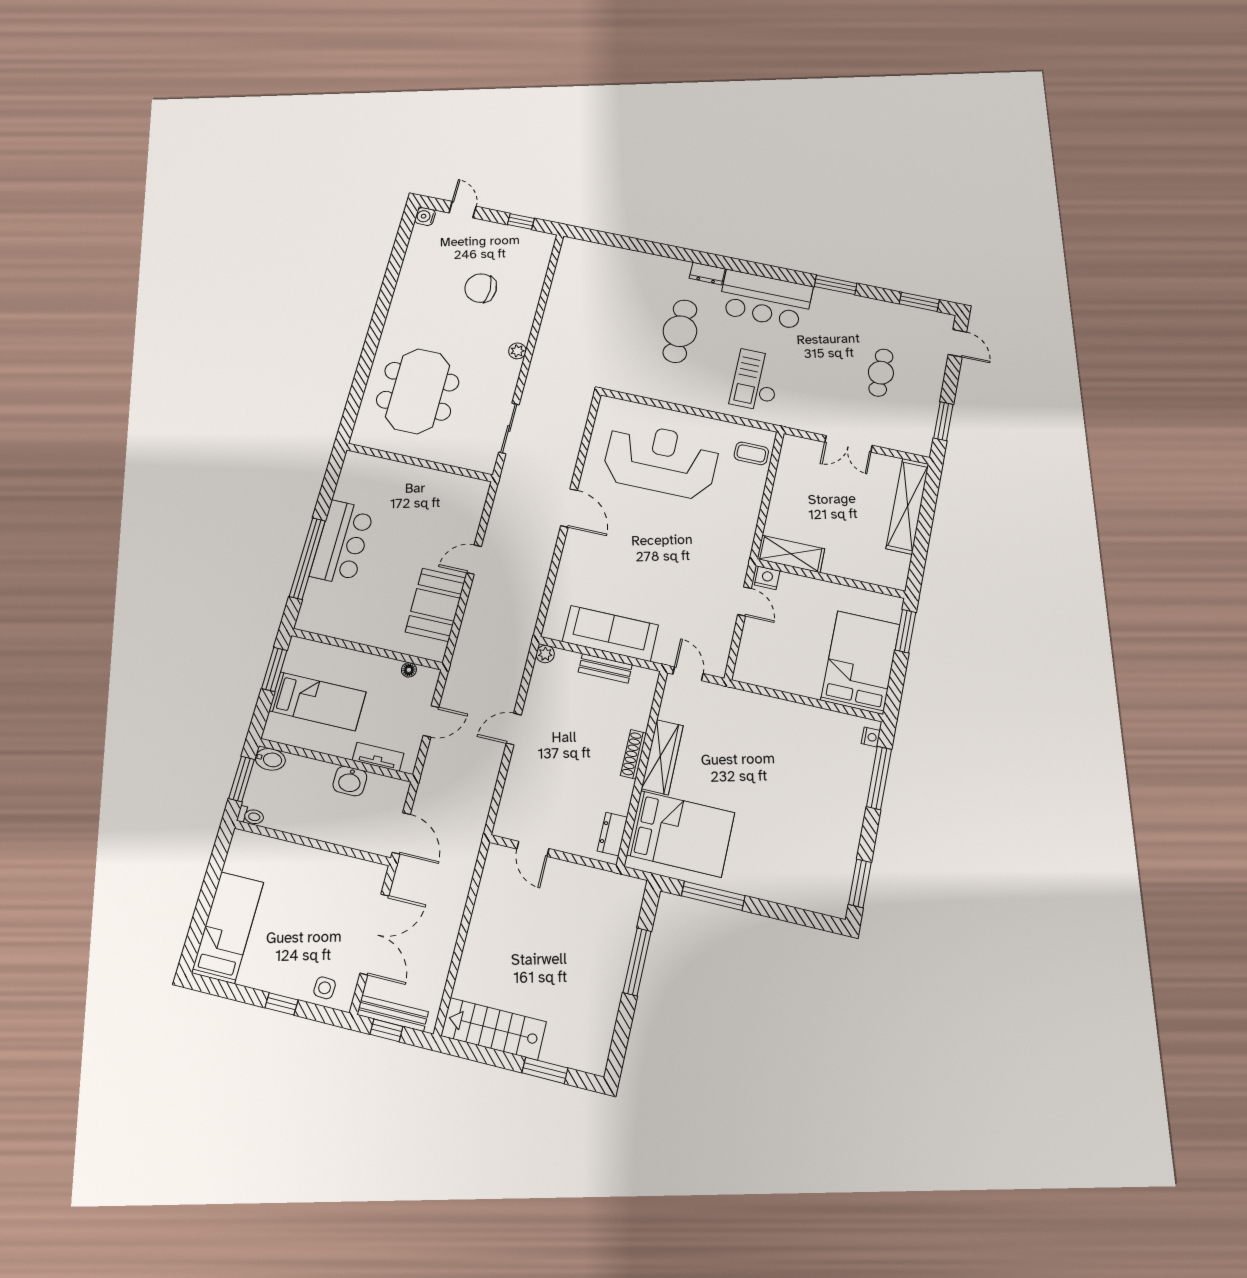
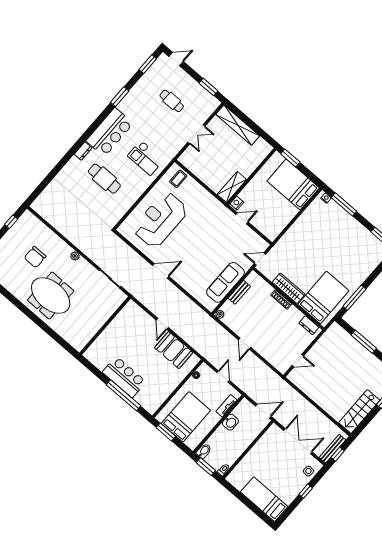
meeting table: (418, 391) -> (51, 296), moved
bed: (318, 701) -> (186, 417), width x1.50

